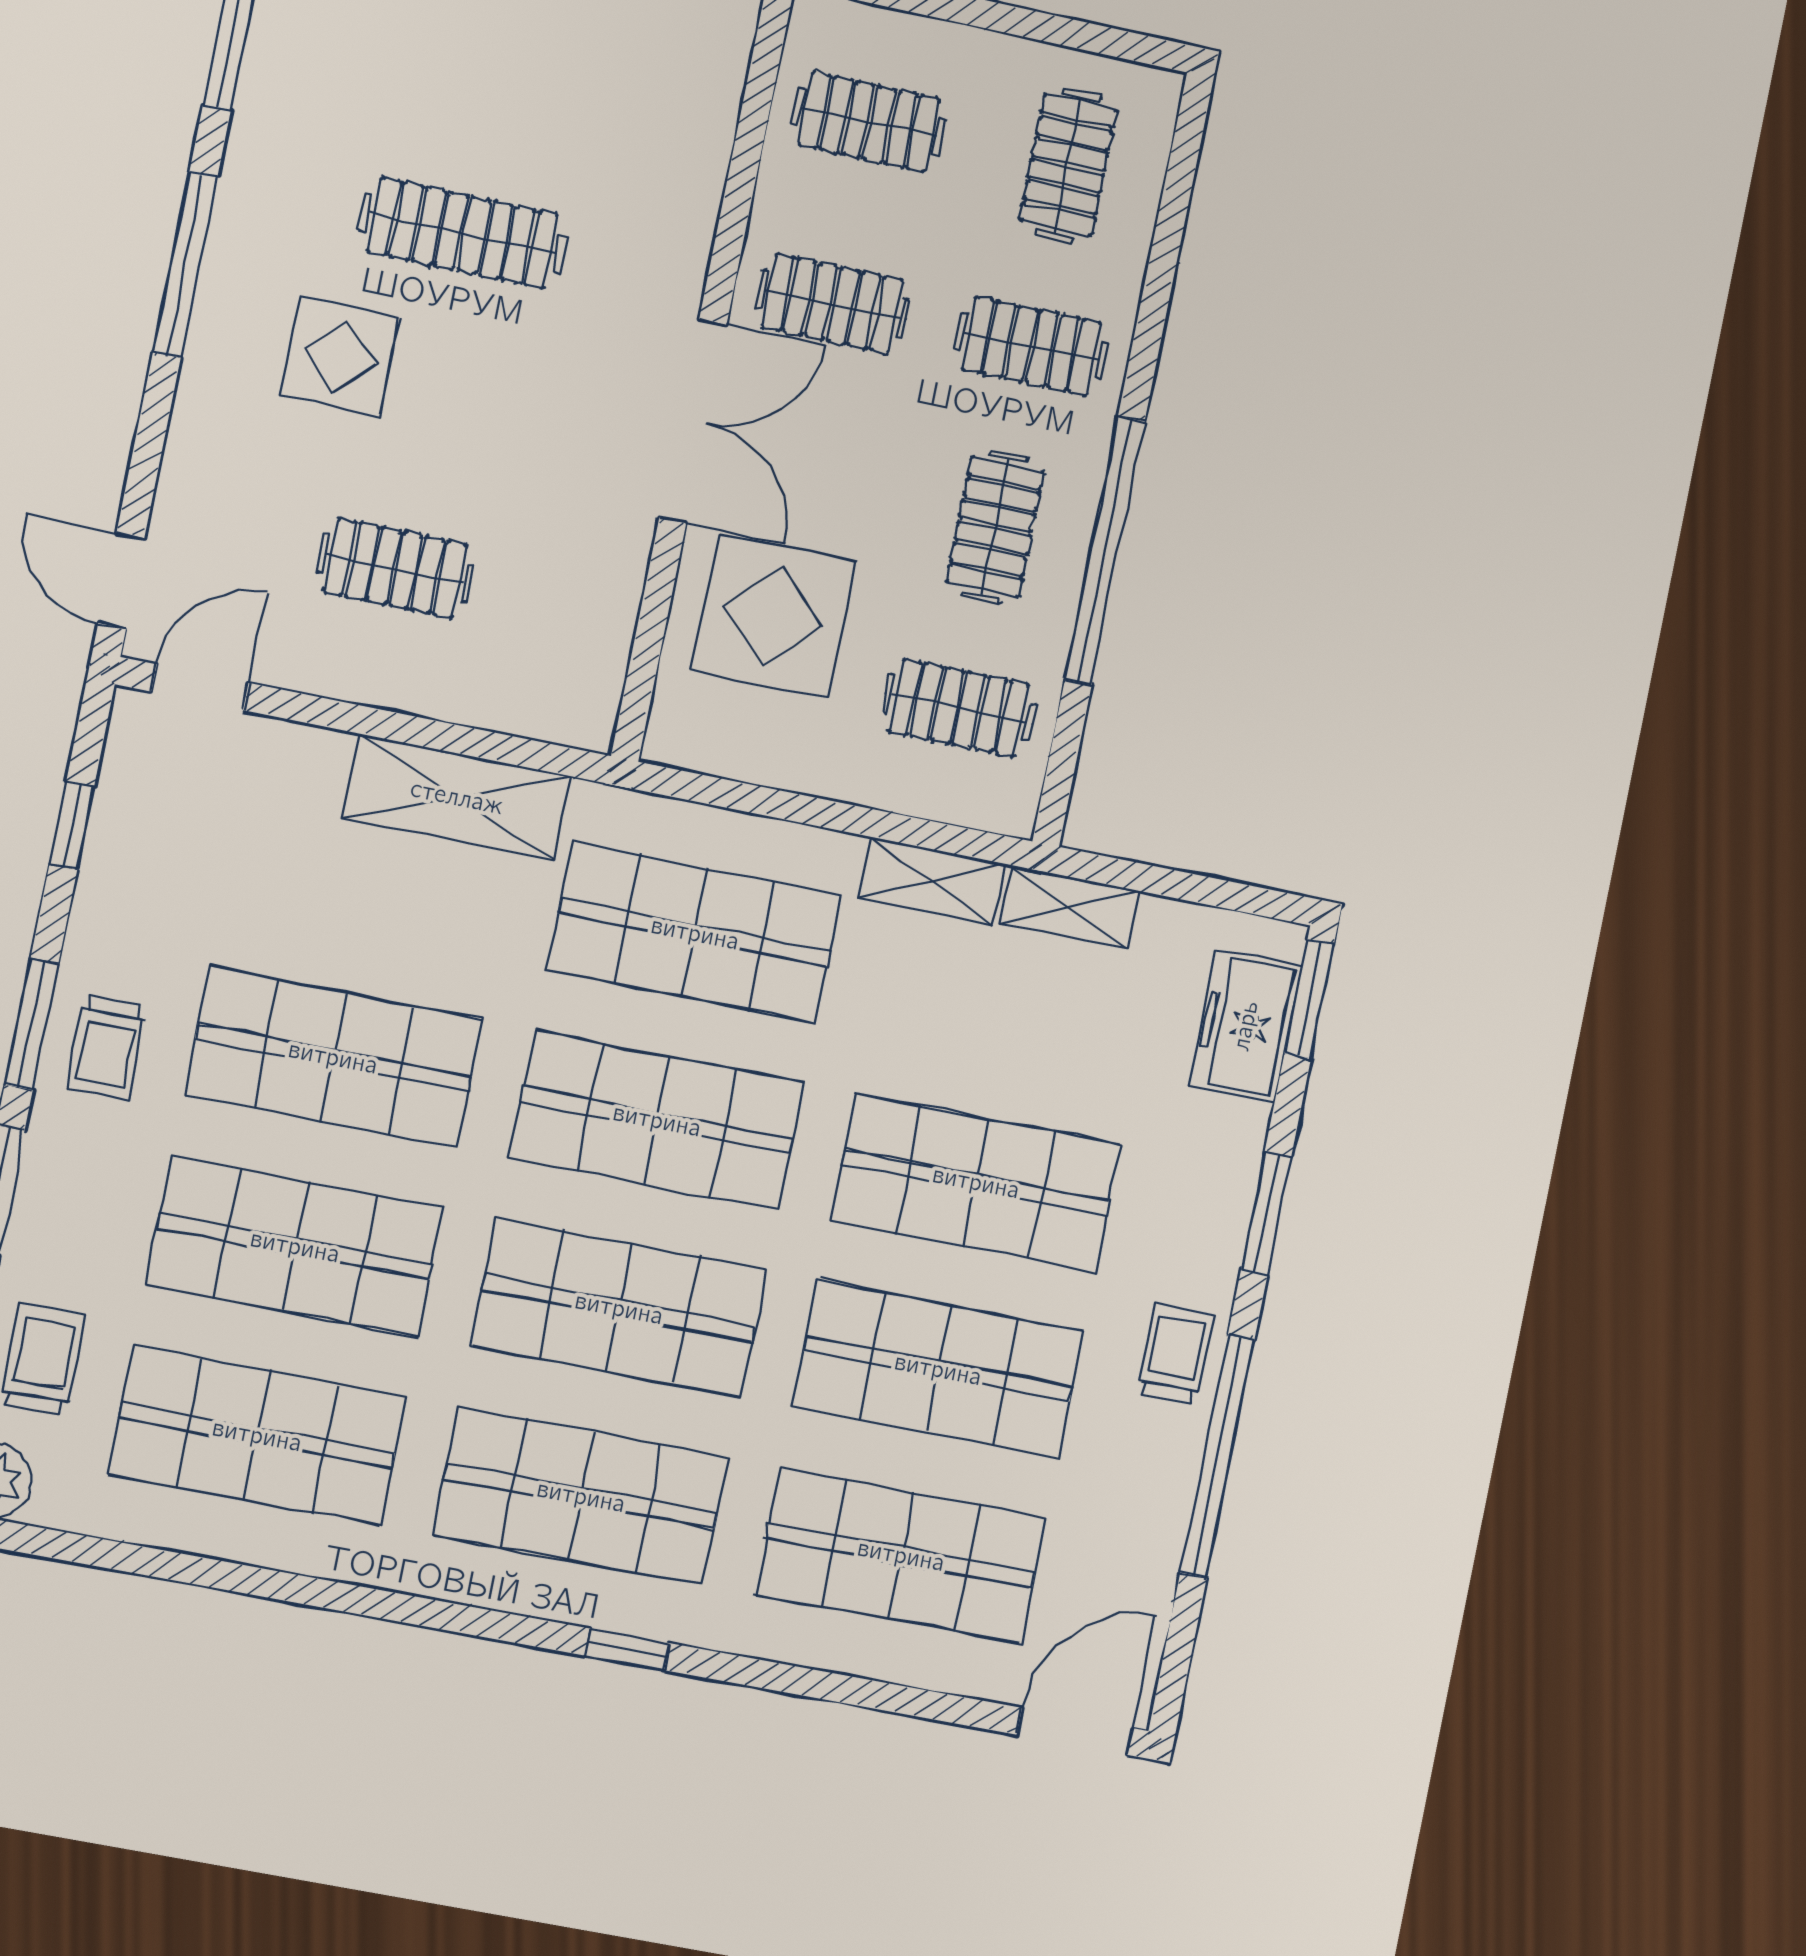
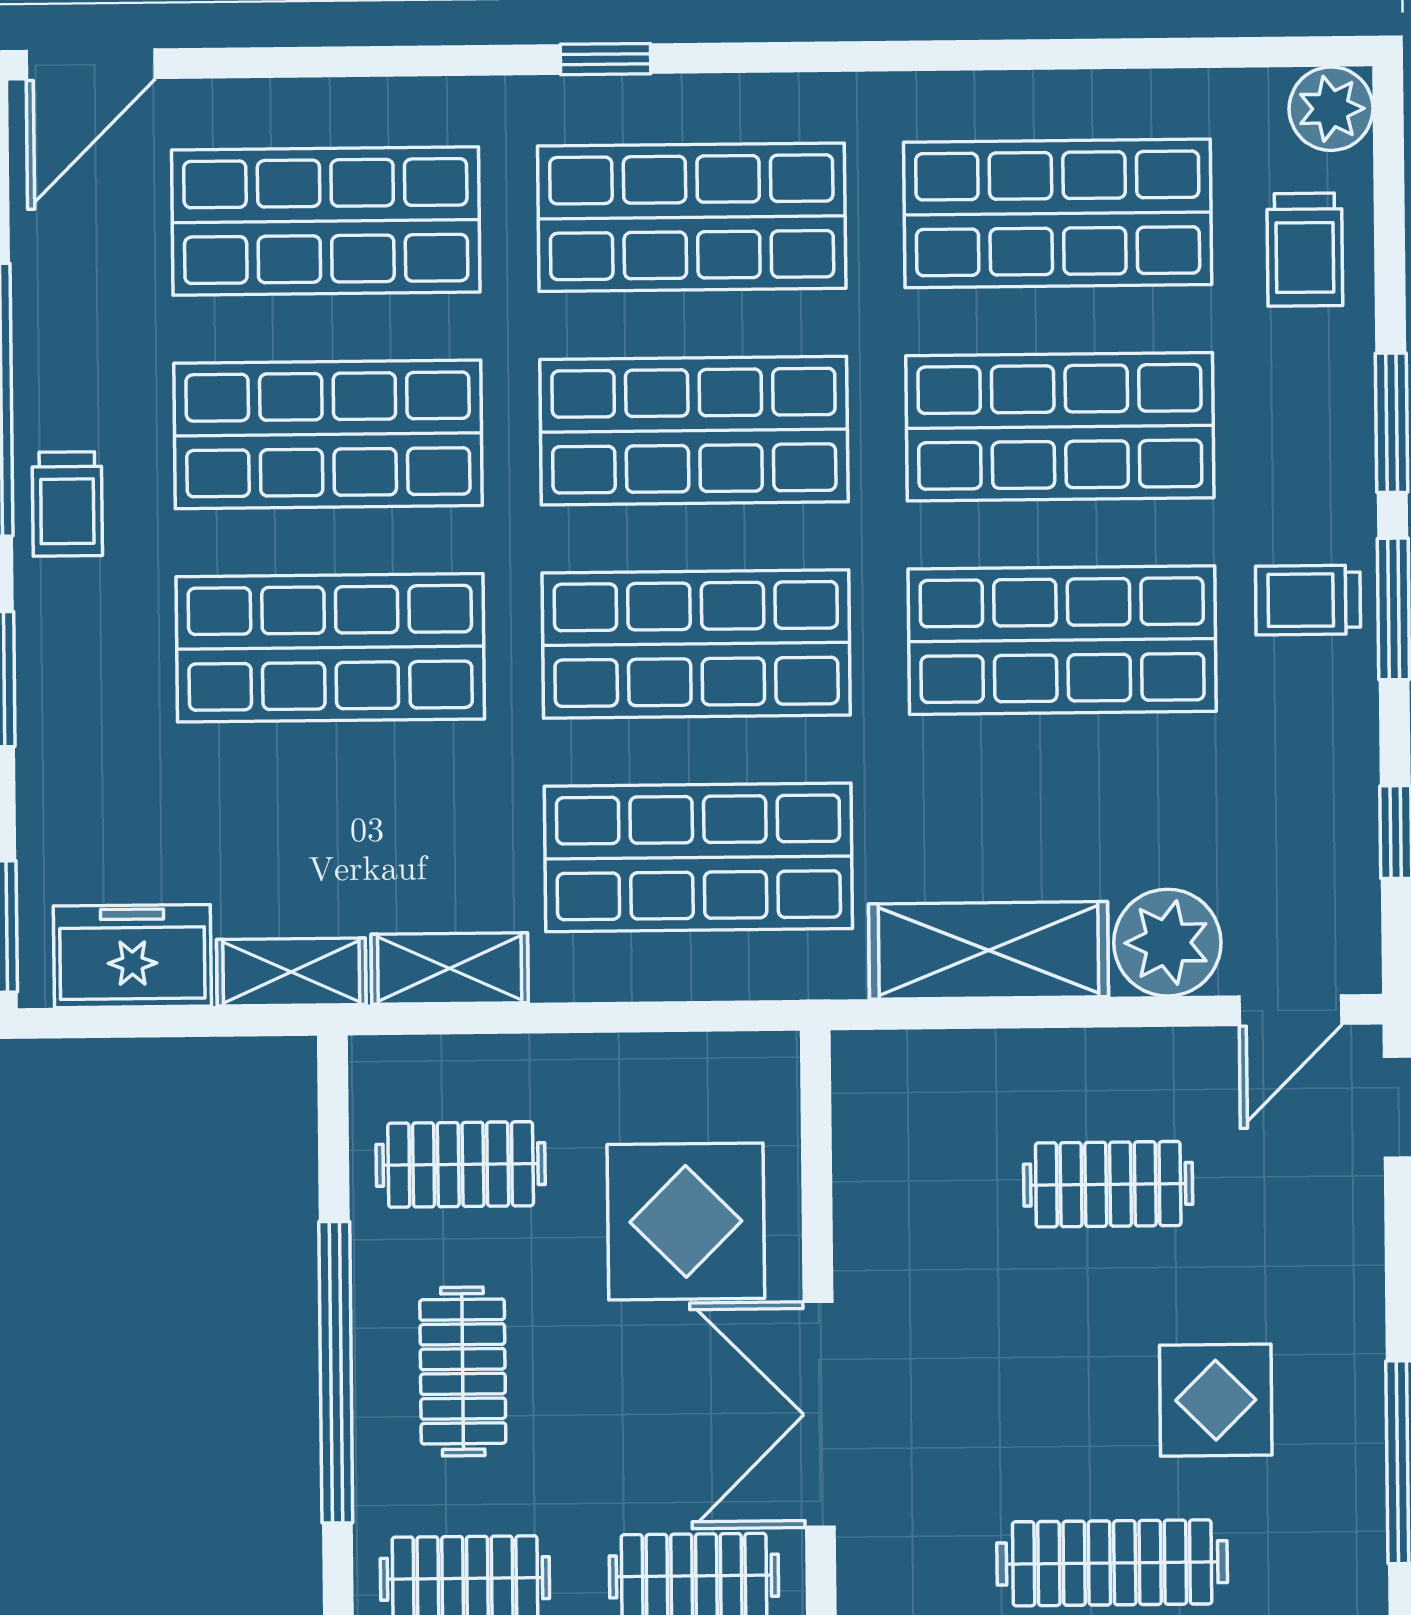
plant: (297, 770) -> (1167, 943), added
freezer: (1245, 1026) -> (132, 956), moved, turned -90
trolley: (107, 1048) -> (1308, 600), turned -90

